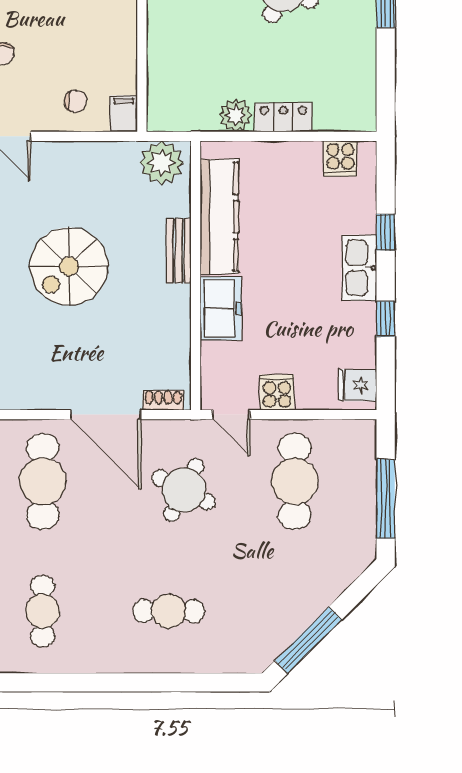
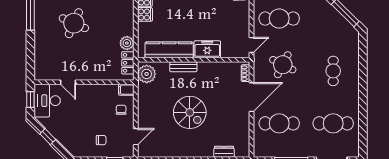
locker: (283, 117) -> (128, 63), moved
cooker: (277, 392) -> (145, 14), moved, turned 180
cafe table: (43, 611) -> (333, 123), width x1.37, depth x1.35

